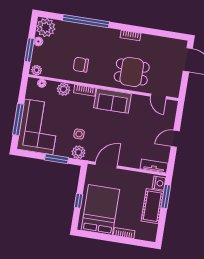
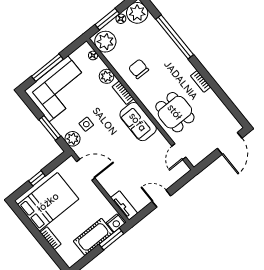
plant: (37, 70) -> (105, 42), width x1.88, depth x1.88

